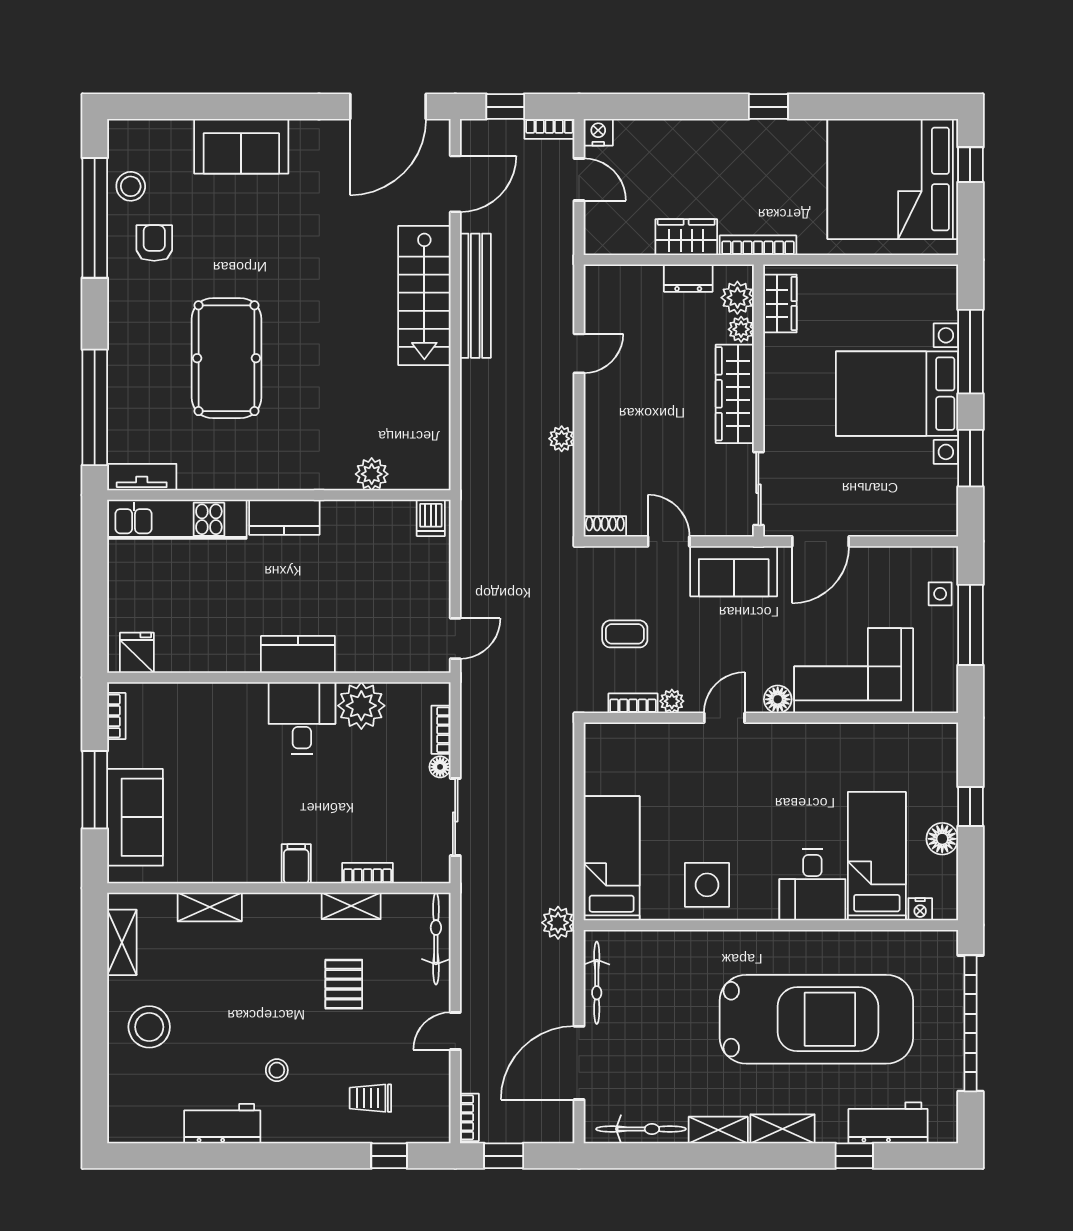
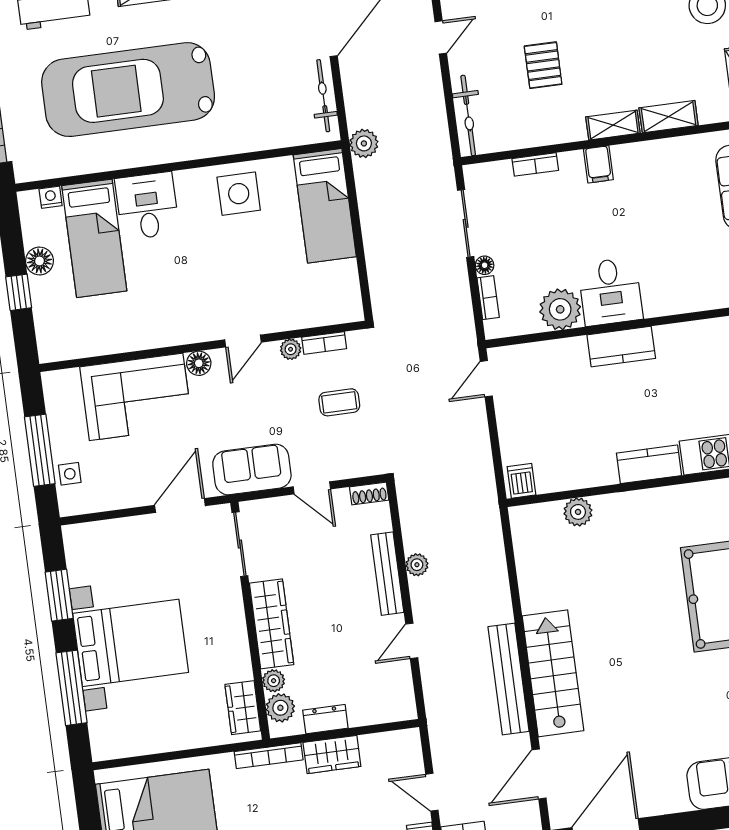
bench: (597, 433) -> (387, 574), added
shelving: (351, 906) -> (613, 125), moved

